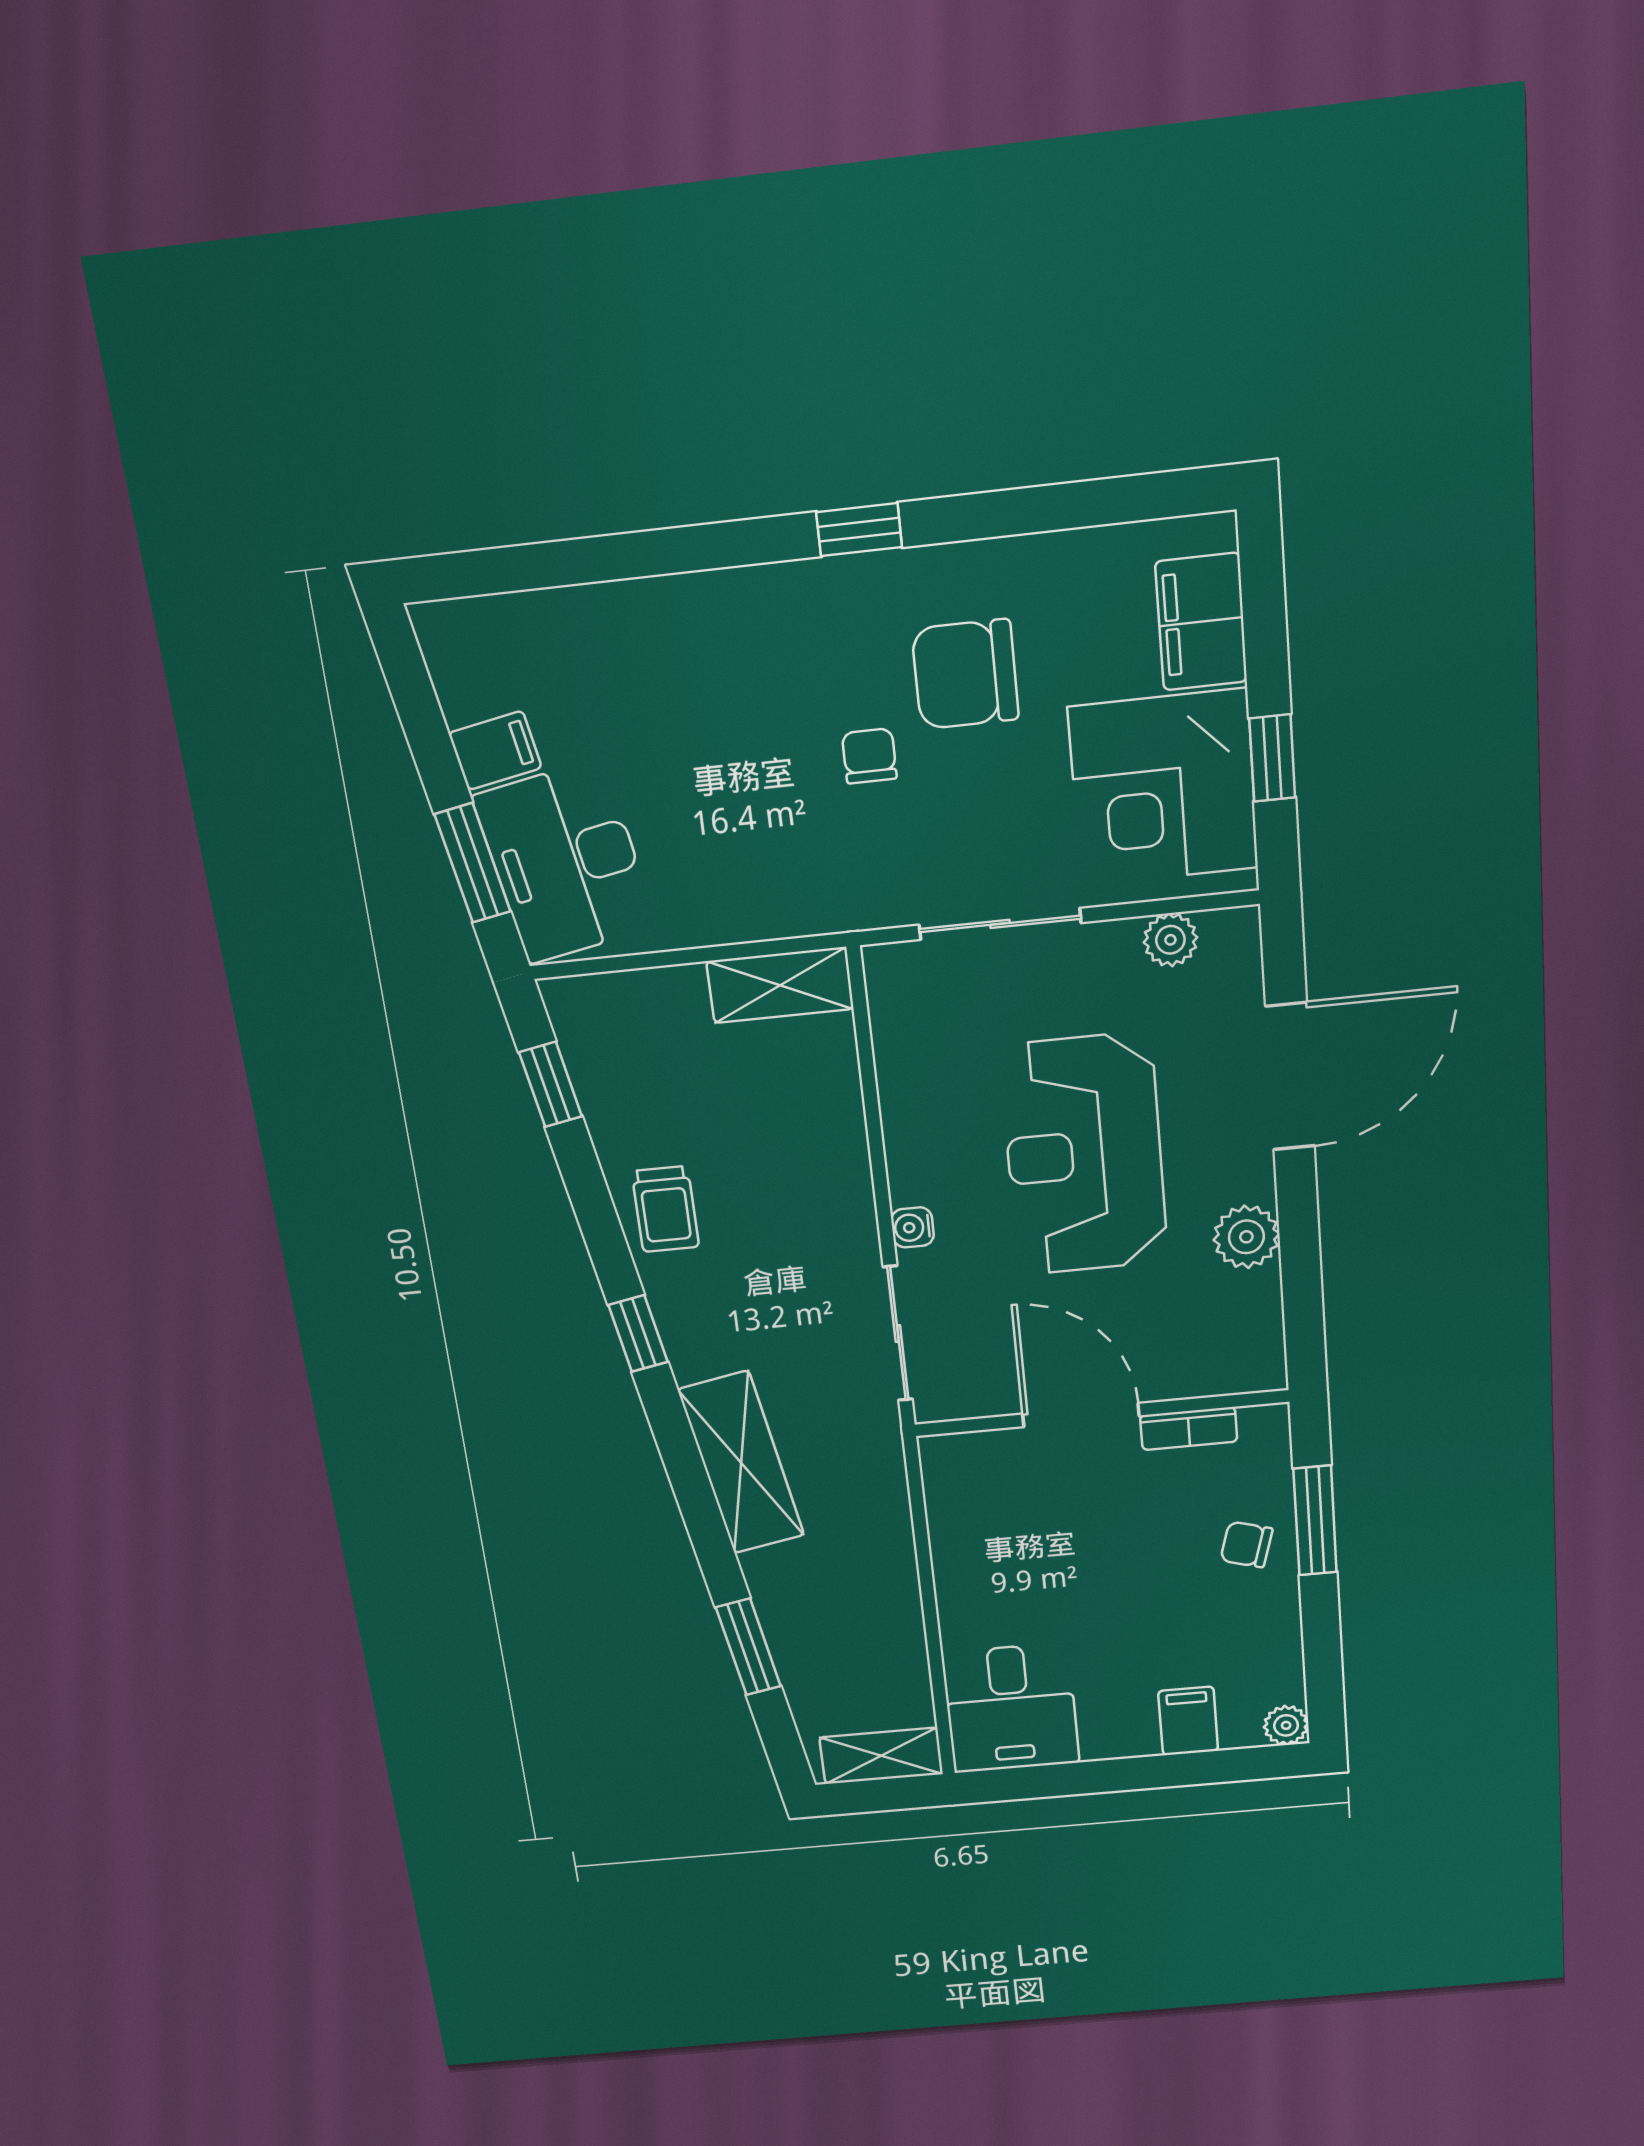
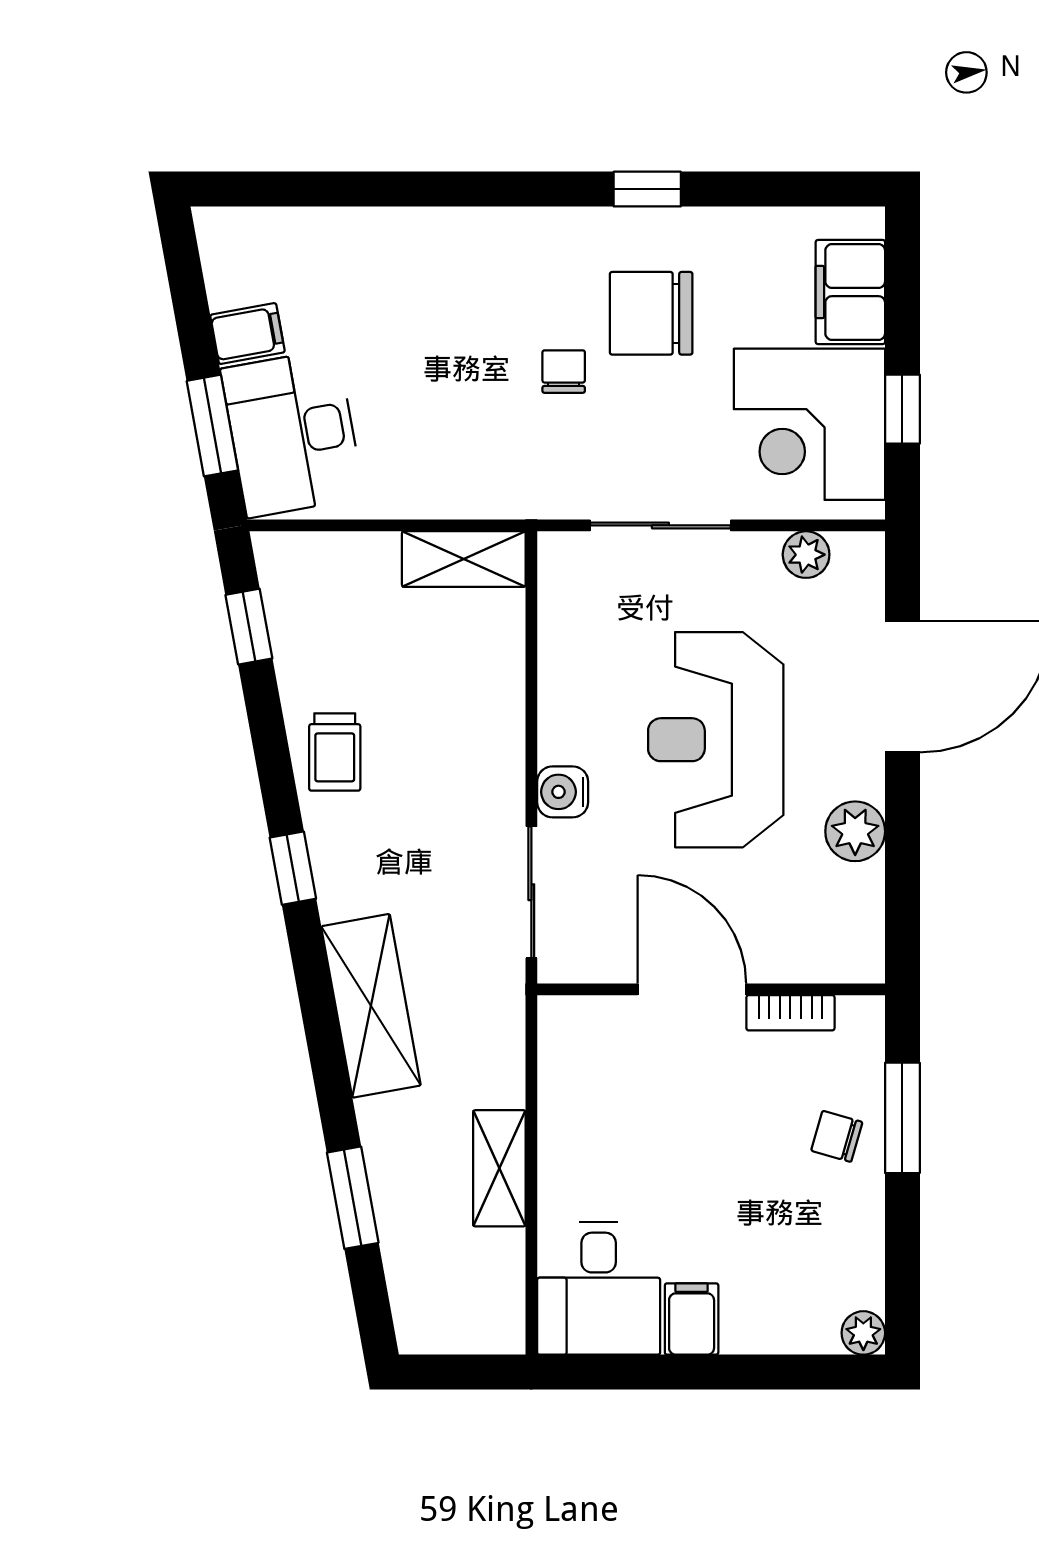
window: (859, 530) -> (647, 189), moved
water cooler: (912, 1227) -> (563, 792), width x1.38, depth x1.38
filing cabinet: (1188, 1721) -> (692, 1319), moved
shelving: (881, 1756) -> (499, 1168), moved, turned 90

